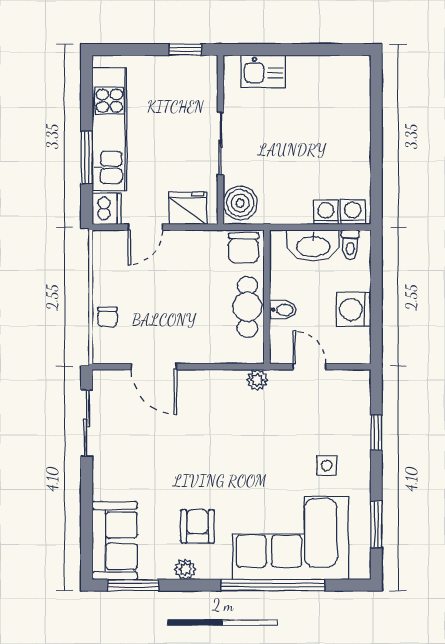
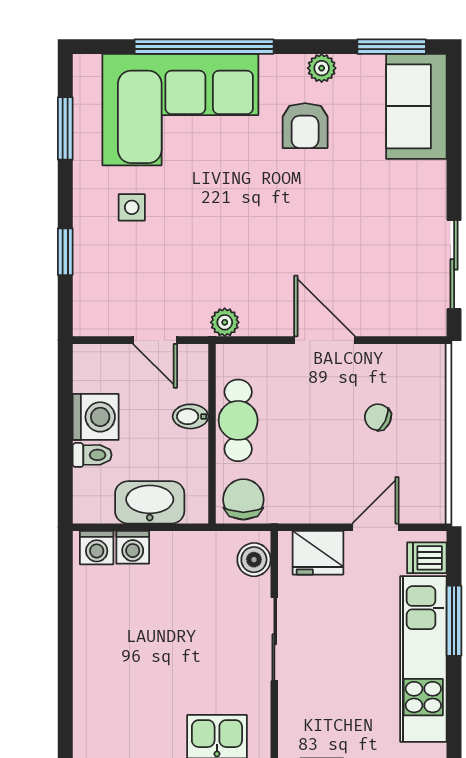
boiler: (240, 203) -> (254, 560), width x0.73, depth x0.73
dishwasher: (107, 209) -> (427, 558), width x0.73
toilet: (350, 245) -> (92, 455), moved, turned 90
chair: (107, 317) -> (378, 417), moved, turned -65
door: (154, 367) -> (325, 340), moved

